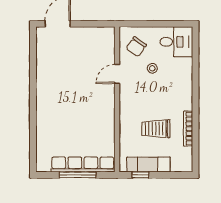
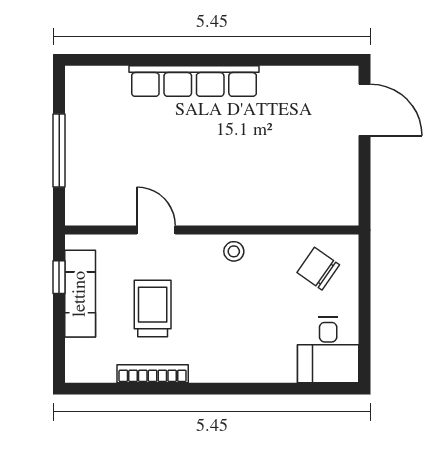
stool: (152, 68) -> (234, 251), moved
door: (117, 74) -> (156, 230), moved
row of seats: (83, 164) -> (194, 81), moved, turned 90

